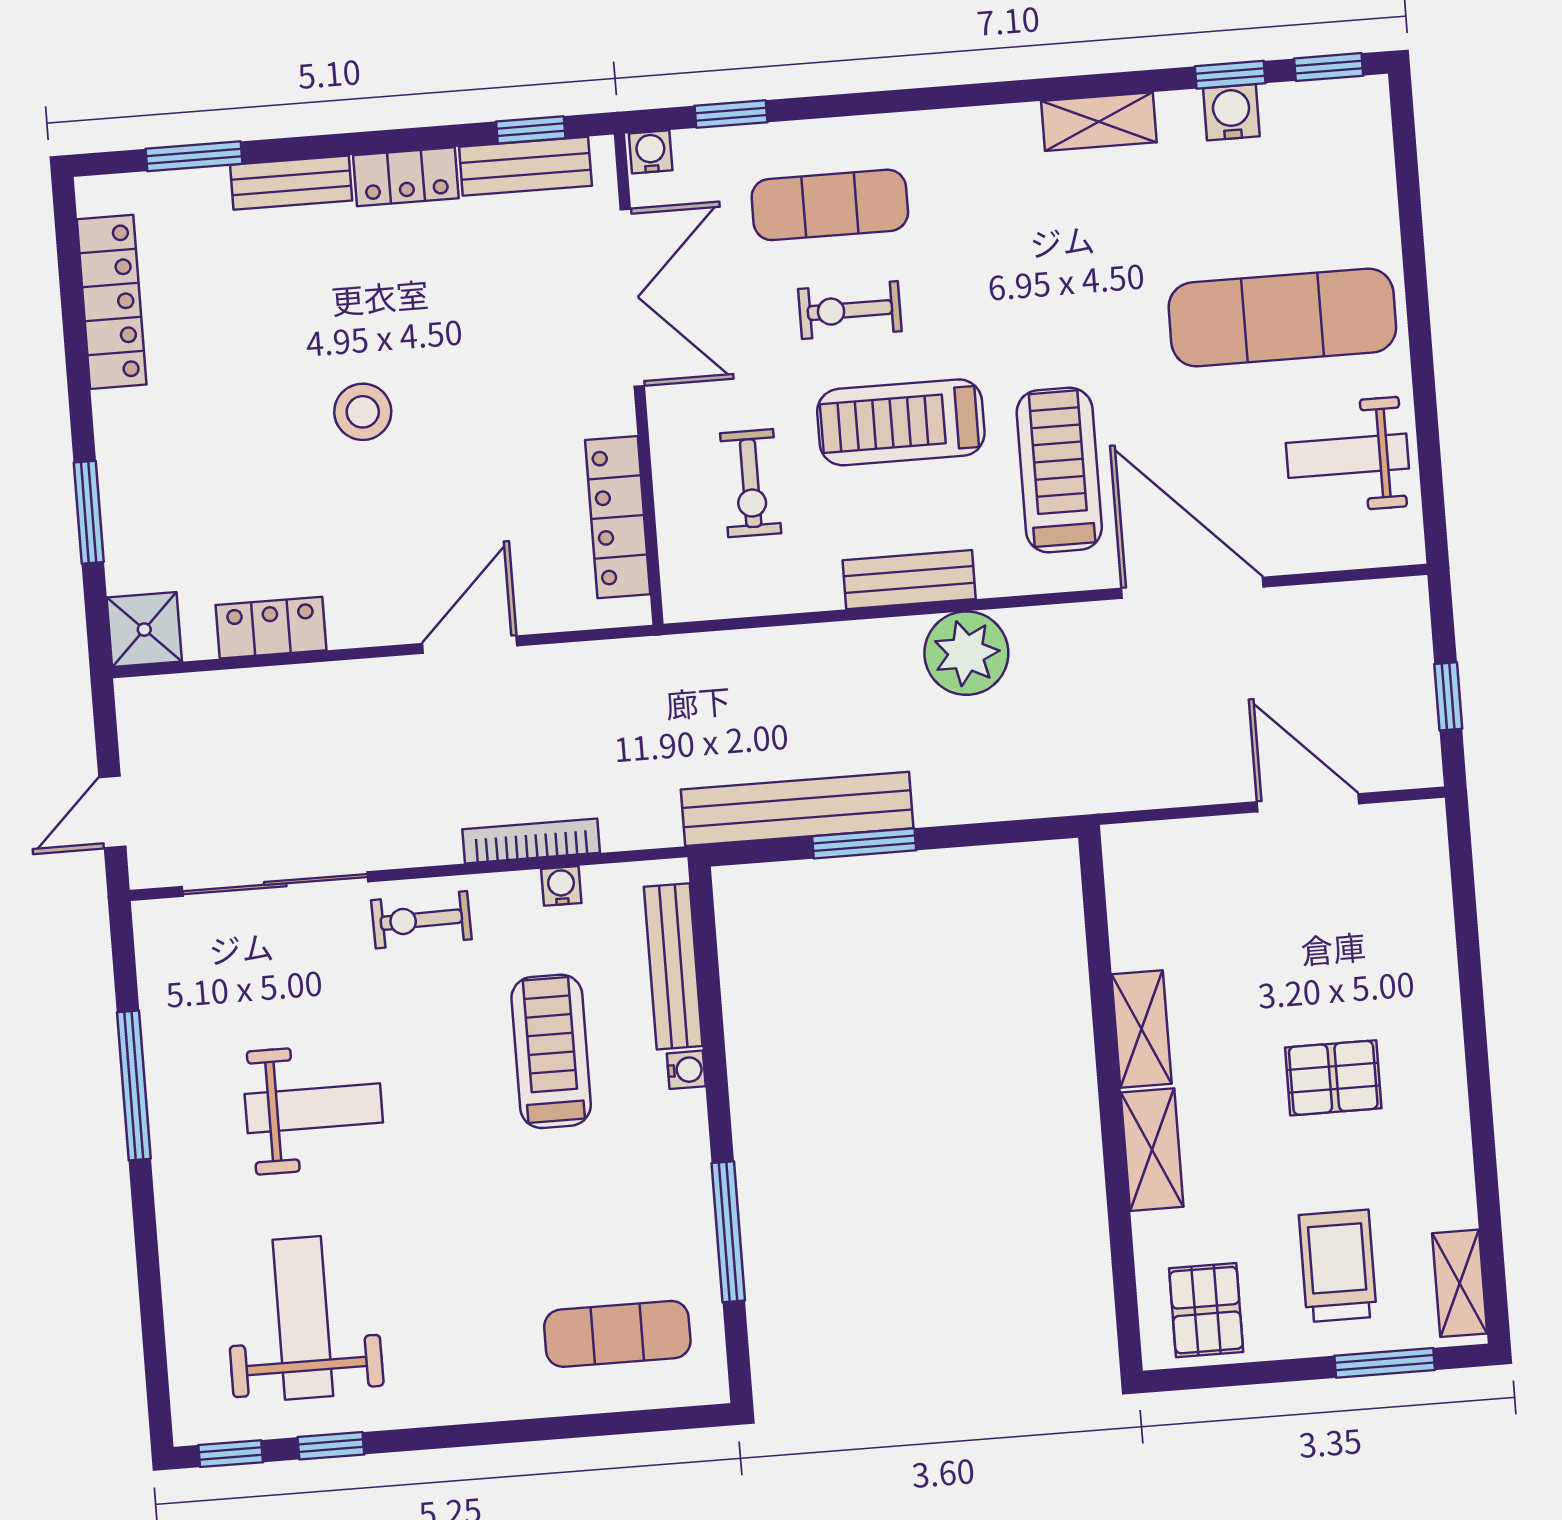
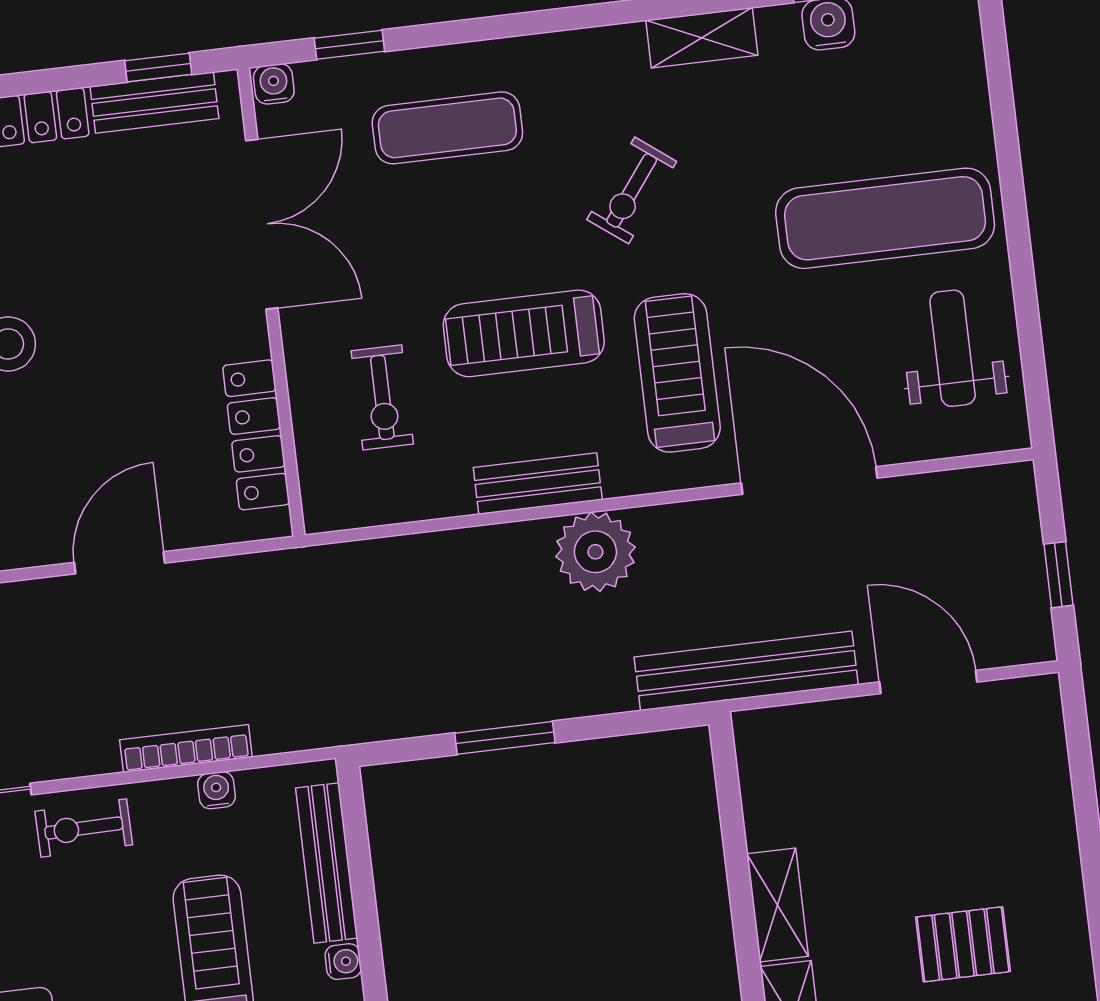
exercise bike: (850, 310) -> (632, 190), moved, turned -53
weight bench: (1347, 456) -> (953, 348), turned 90
bench: (797, 809) -> (746, 671), moved

